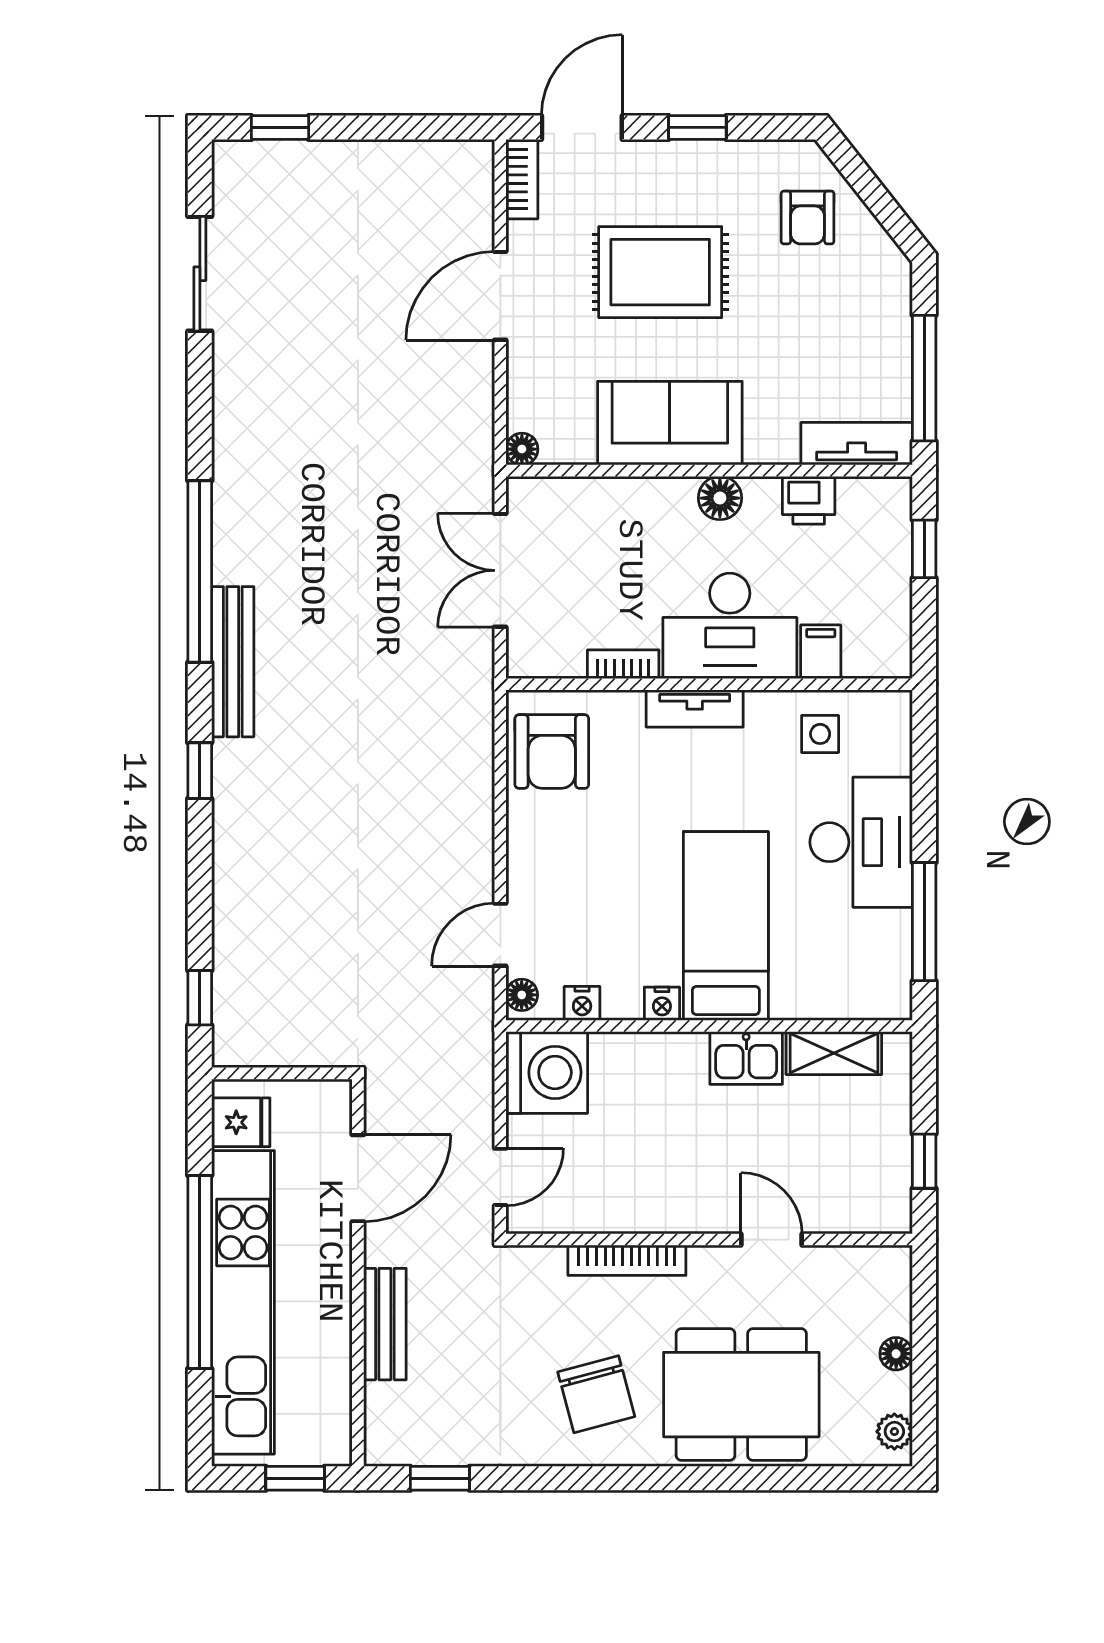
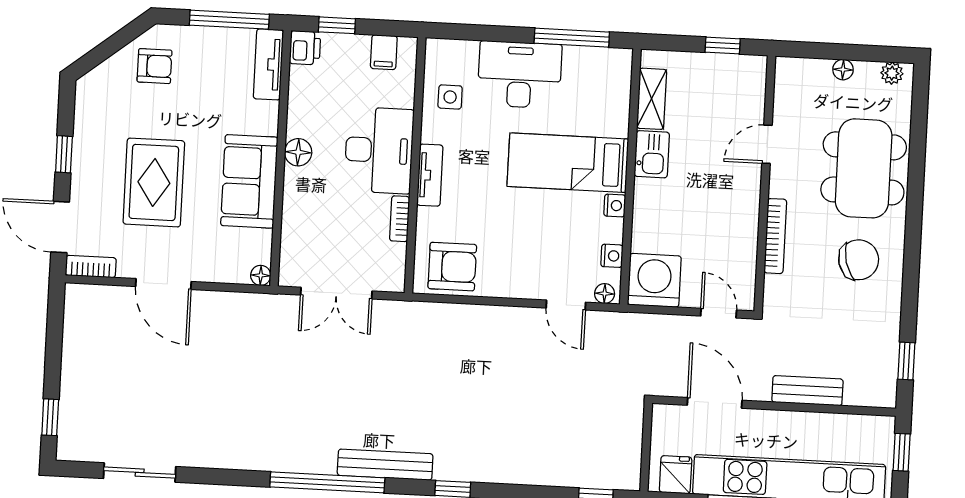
armchair: (808, 218) -> (155, 66), moved
printer: (809, 500) -> (305, 48), moved
filing cabinet: (821, 652) -> (384, 52), moved, turned -90

